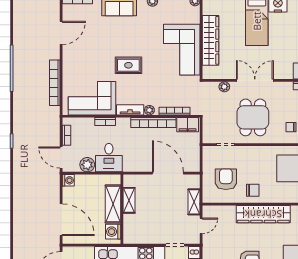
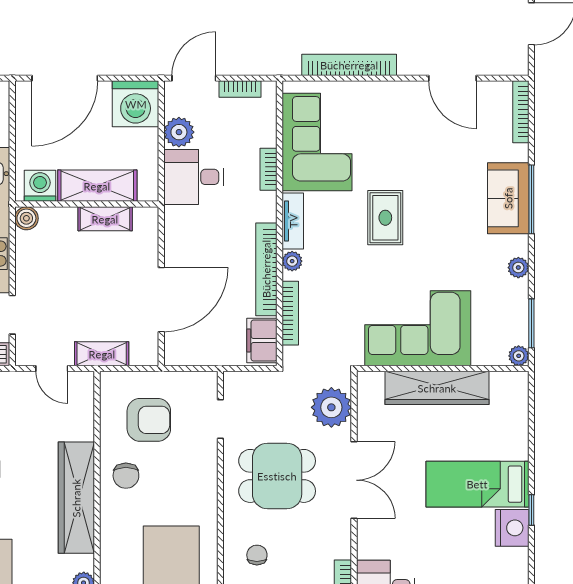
plant: (224, 87) -> (331, 407), width x1.88, depth x1.88
washing machine: (68, 180) -> (136, 104), width x1.89, depth x1.89
boiler: (129, 238) -> (26, 218), added

